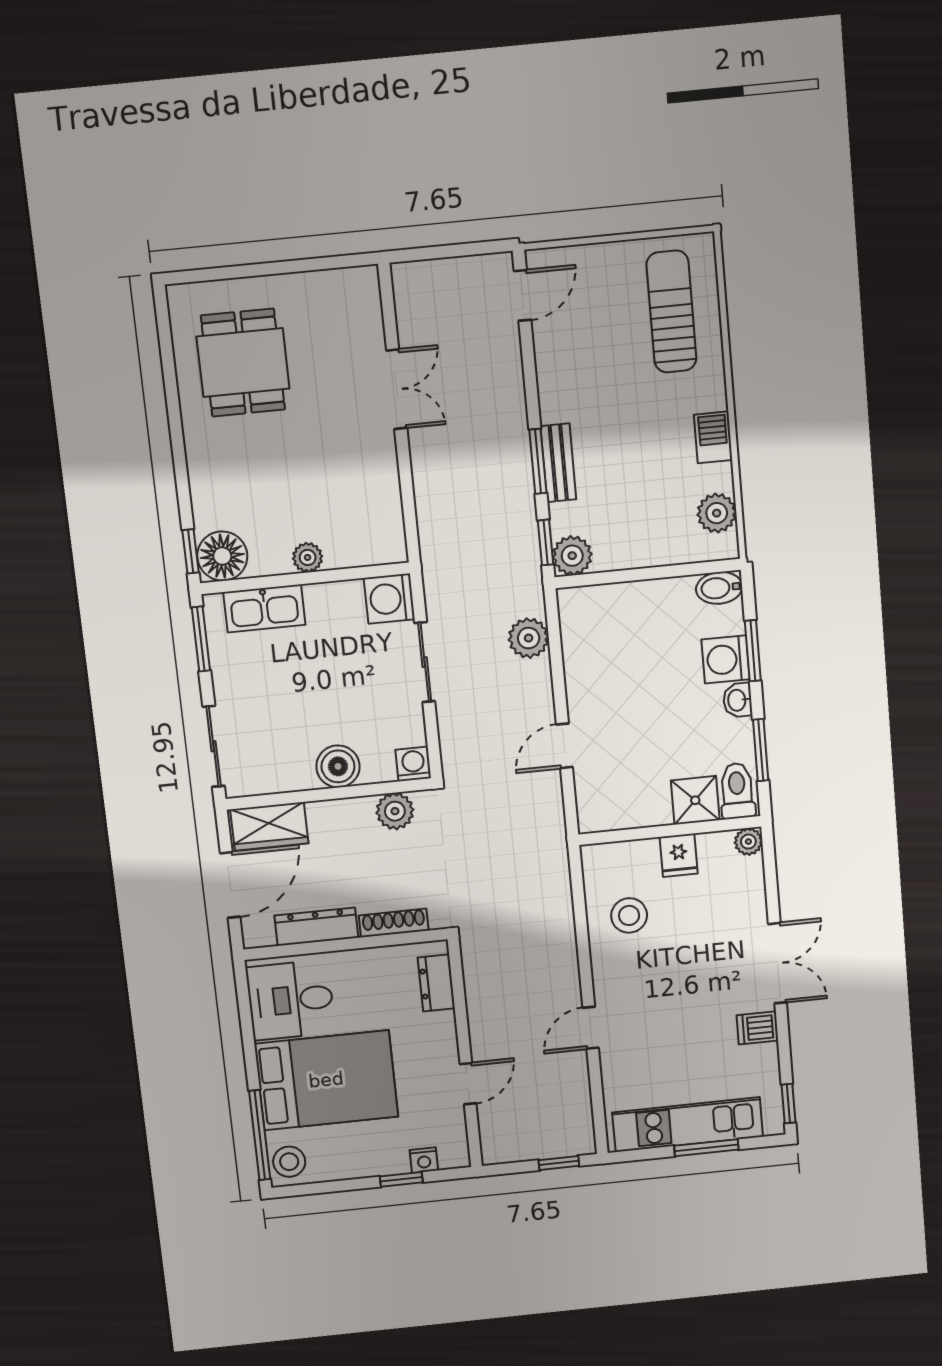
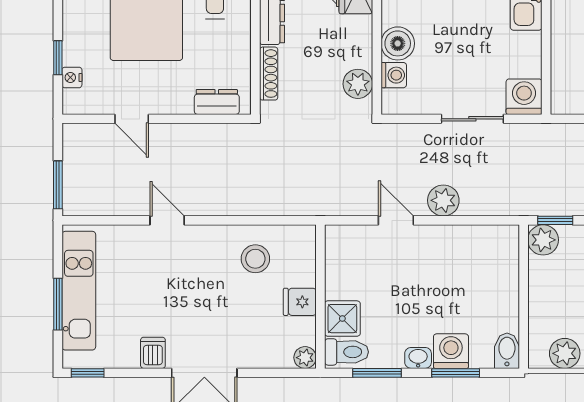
plant: (308, 557) -> (562, 38), removed
plant: (529, 638) -> (443, 200), moved
washing machine: (413, 764) -> (394, 75), moved
window: (559, 1163) -> (58, 185), width x1.50

